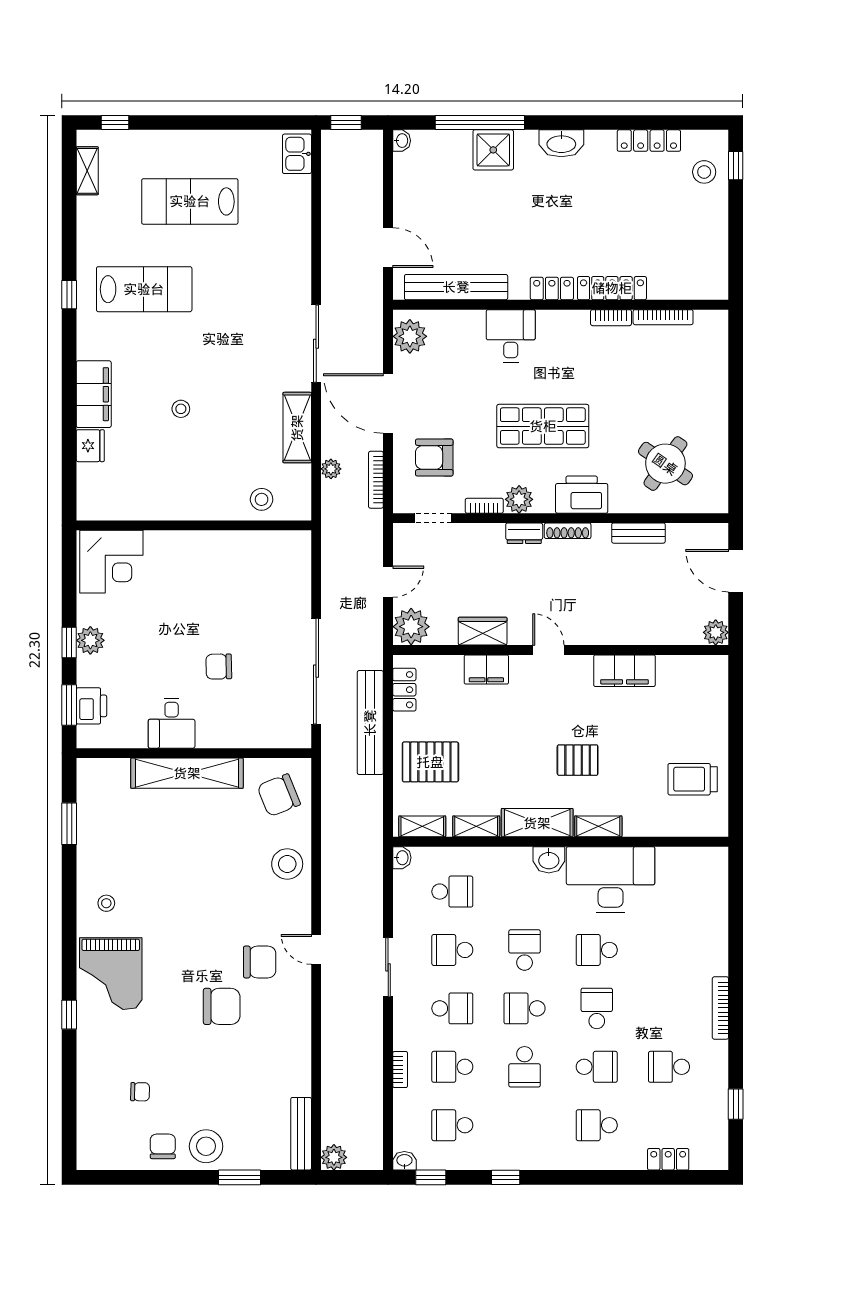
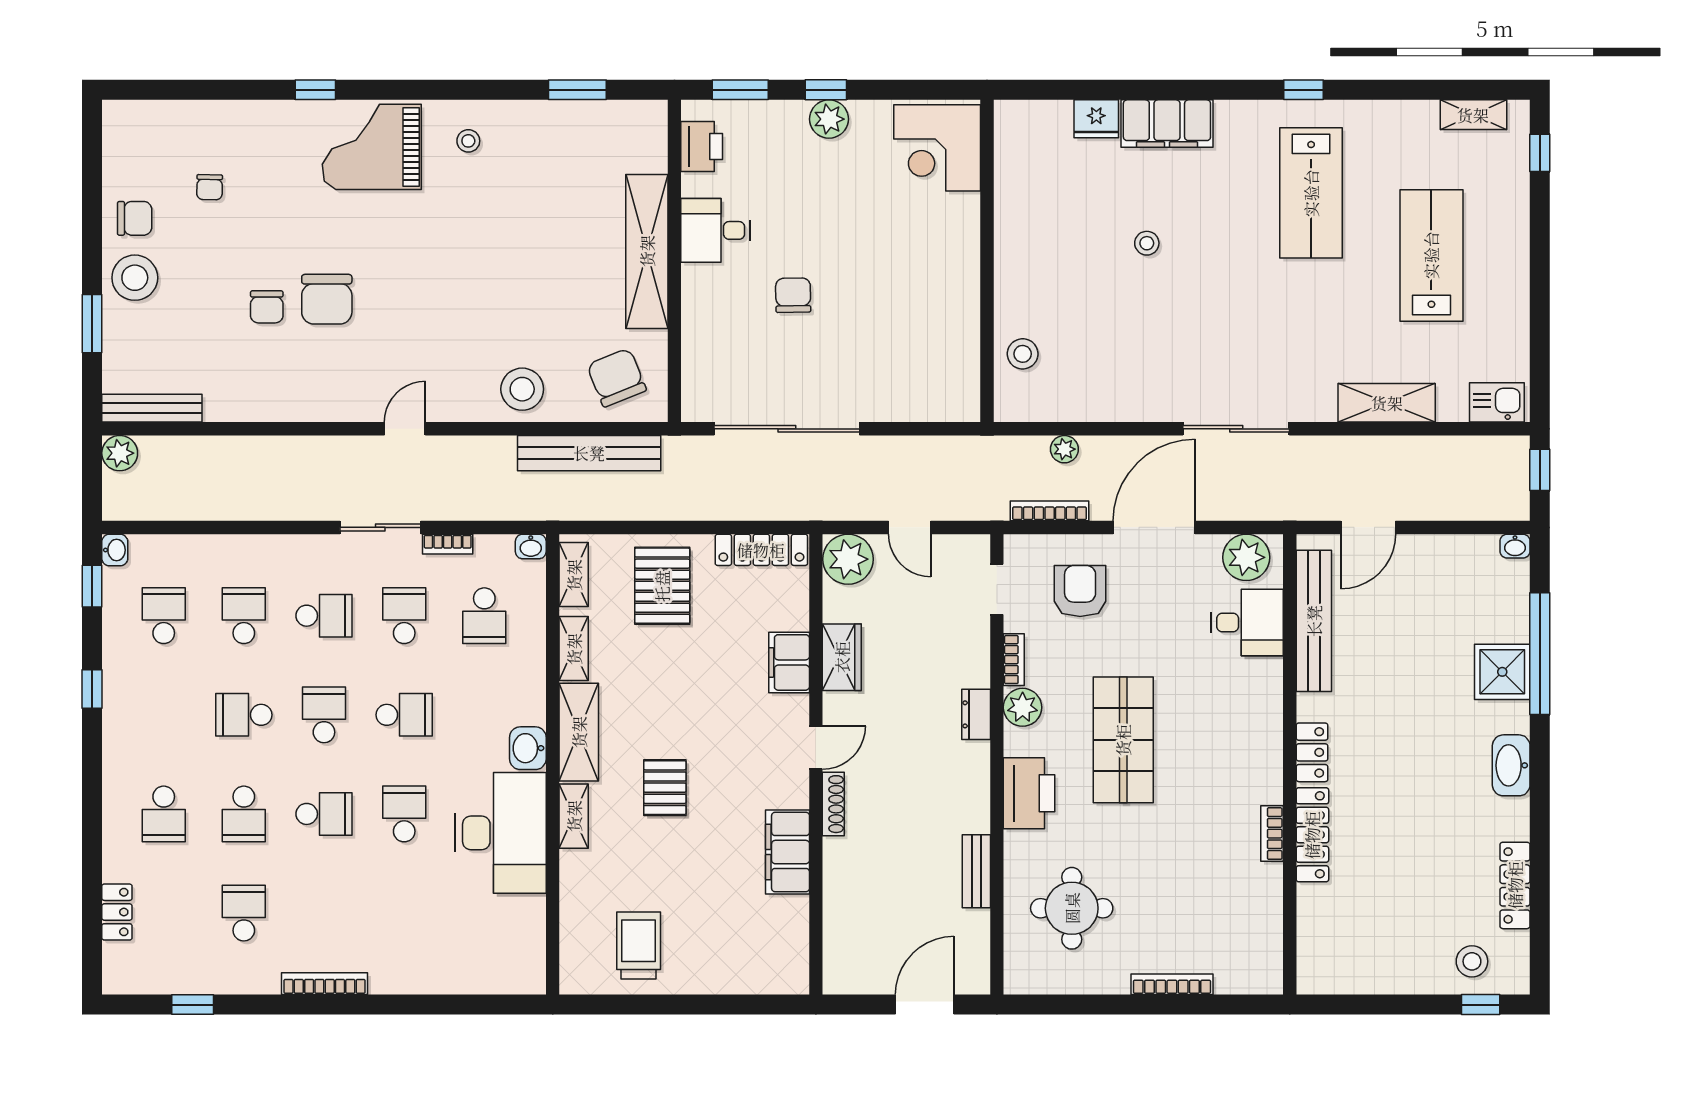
bookcase: (663, 317) -> (1172, 984), moved, turned 90
desk: (511, 336) -> (1247, 623), moved
shelving: (297, 428) -> (1387, 403), moved
round table: (665, 464) -> (1072, 908), turned -35
shoe rack: (568, 531) -> (833, 804), moved, turned 180
plant: (716, 632) -> (840, 977), removed
locker: (404, 690) -> (761, 550), width x1.53
printer: (91, 706) -> (702, 147), moved, turned -90
bench: (370, 723) -> (589, 453), moved
chair: (260, 962) -> (267, 307), moved, width x0.73, depth x0.73
school desk: (452, 1008) -> (324, 616), turned -90
bookcase: (400, 1070) -> (448, 544), moved
school desk: (597, 1125) -> (164, 814), turned 180

